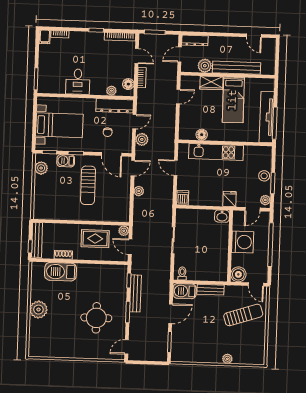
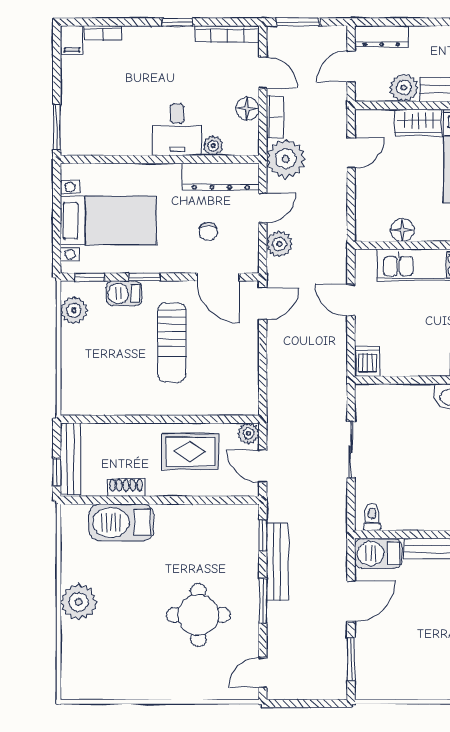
desk: (78, 82) -> (177, 130), moved
floor lamp: (128, 84) -> (247, 109), moved
plant: (139, 191) -> (286, 159), moved, width x1.88, depth x1.88

